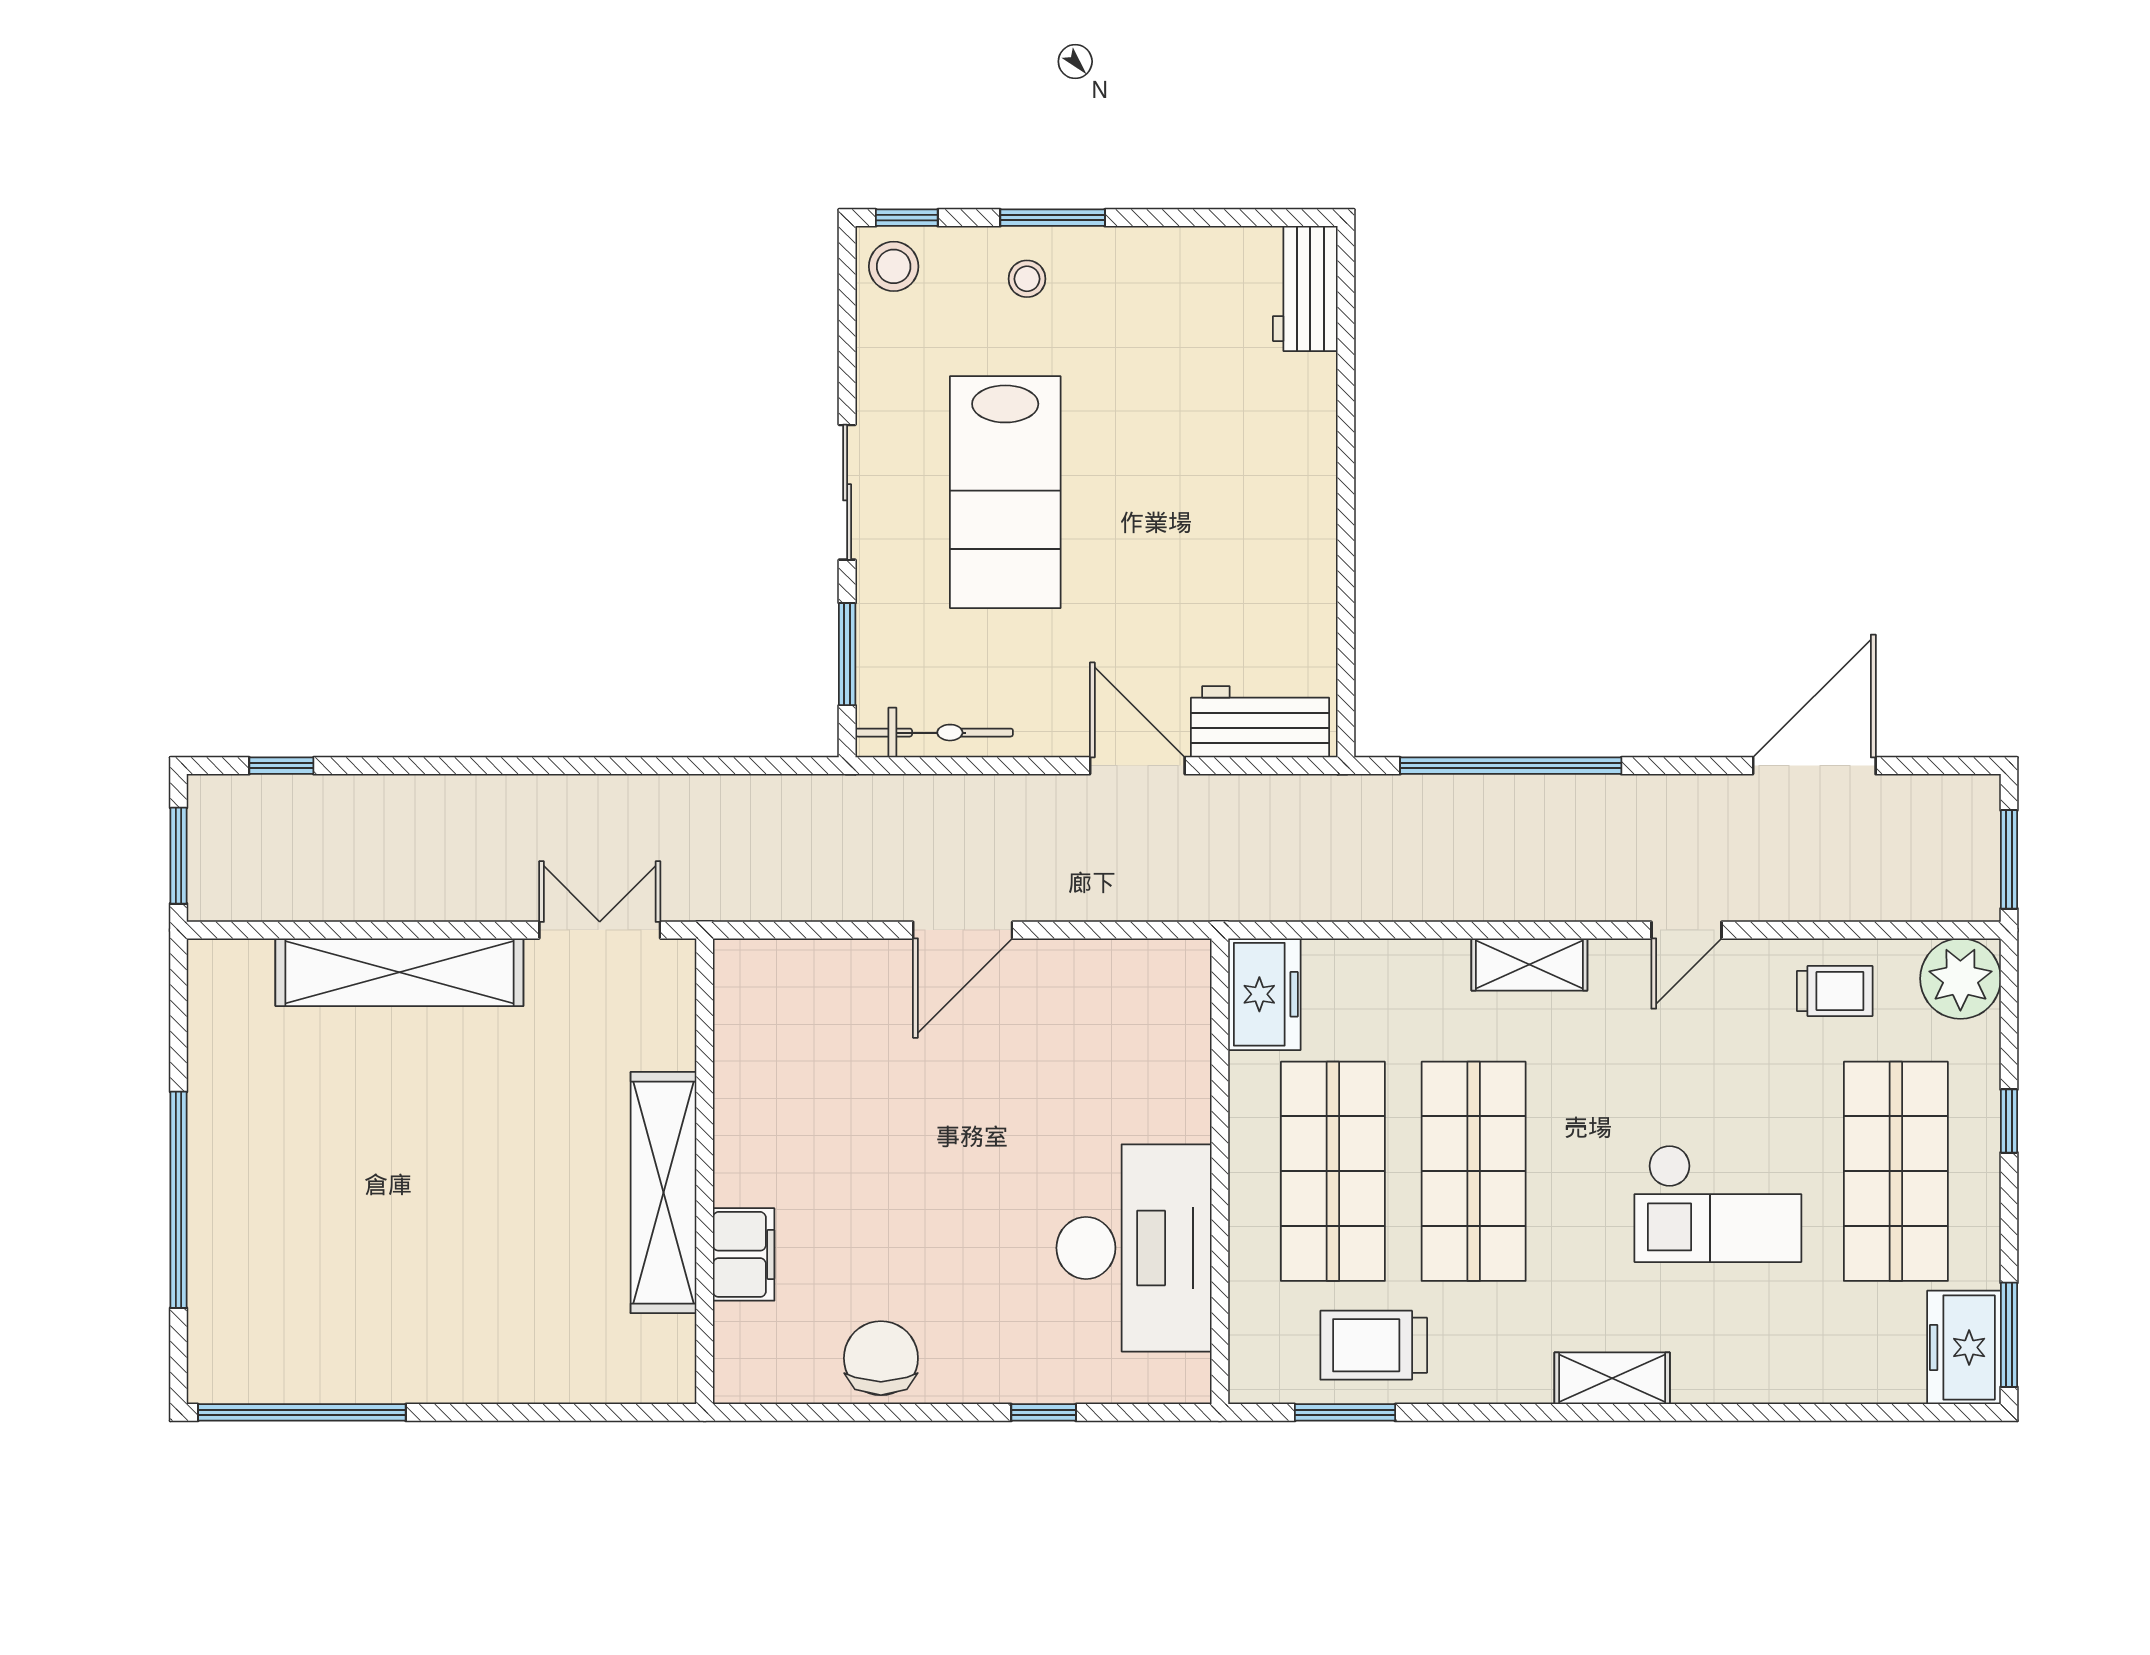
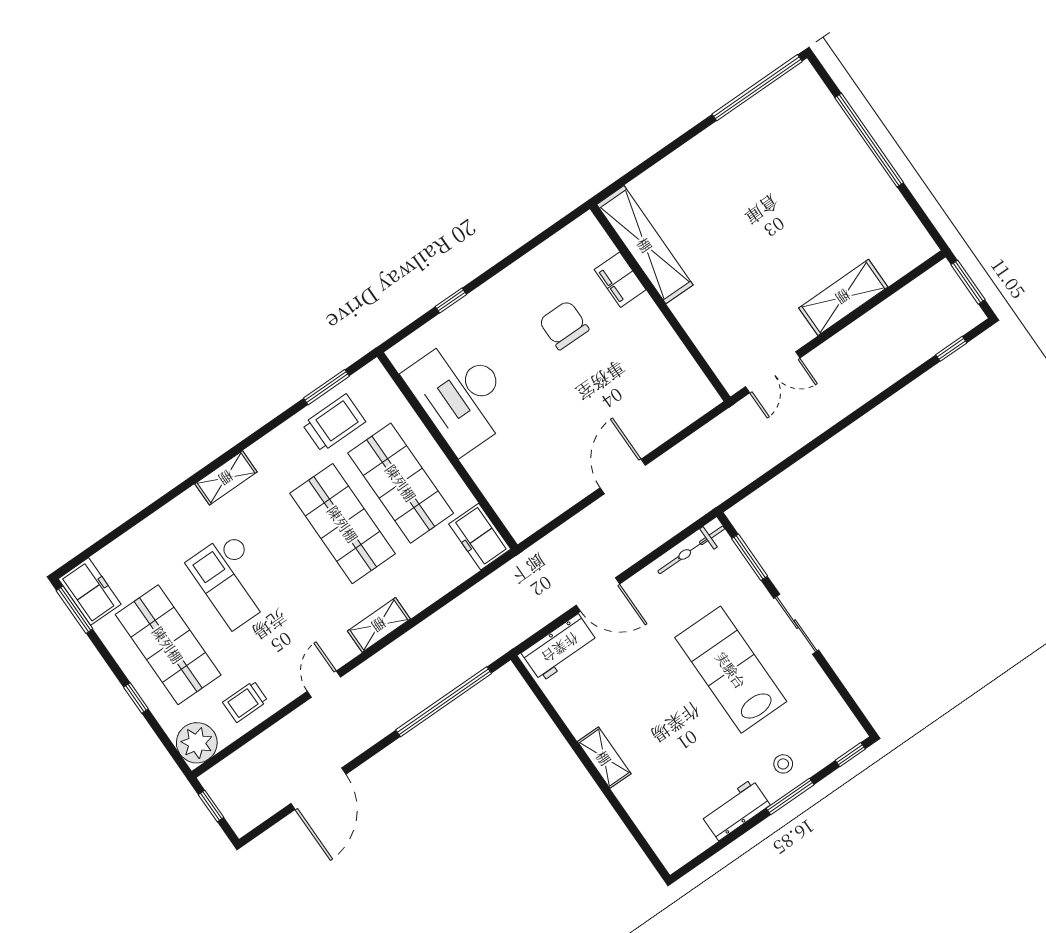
stool: (894, 266) -> (842, 731), removed
workbench: (1305, 288) -> (735, 810), moved, turned -90
shelving: (1312, 492) -> (604, 758), added
window: (2009, 859) -> (211, 806), width x0.67
shelving: (399, 972) -> (843, 297), width x0.68
shelving: (664, 1193) -> (645, 245), moved
checkout: (1718, 1203) -> (232, 580), turned -90
chair: (881, 1358) -> (564, 325), moved, turned 180

